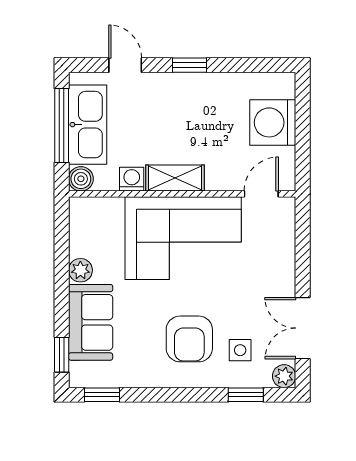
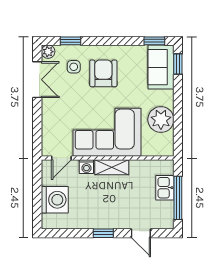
kitchen sink: (88, 125) -> (165, 188), width x0.53, depth x0.81
boiler: (81, 179) -> (167, 167), removed
washing machine: (132, 179) -> (86, 167), moved
plant: (80, 270) -> (161, 120), width x1.87, depth x1.87
sofa: (91, 322) -> (161, 67), moved

